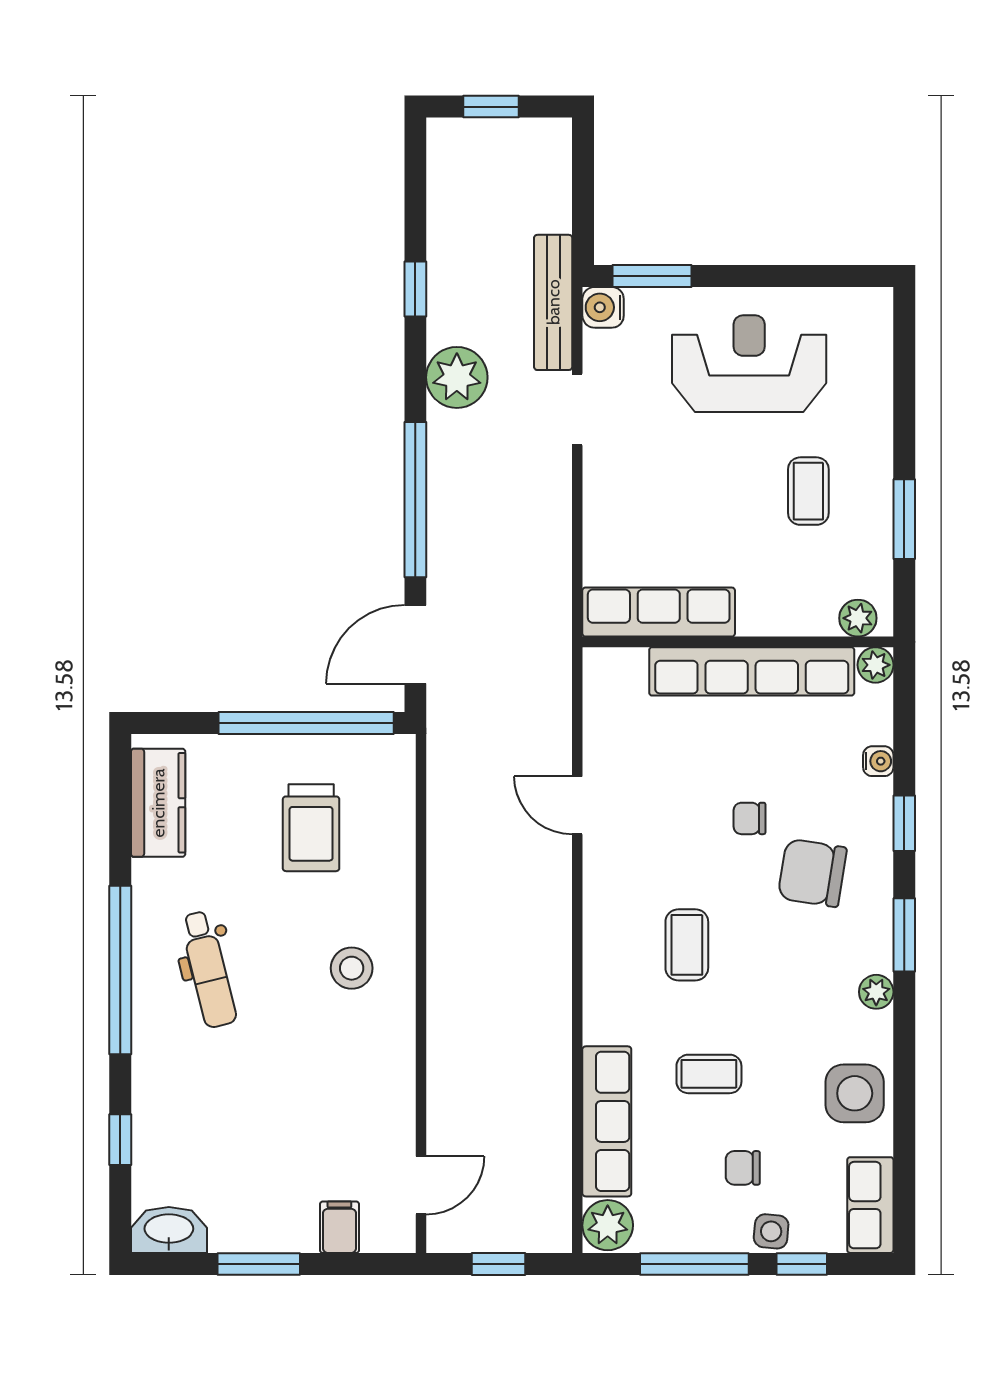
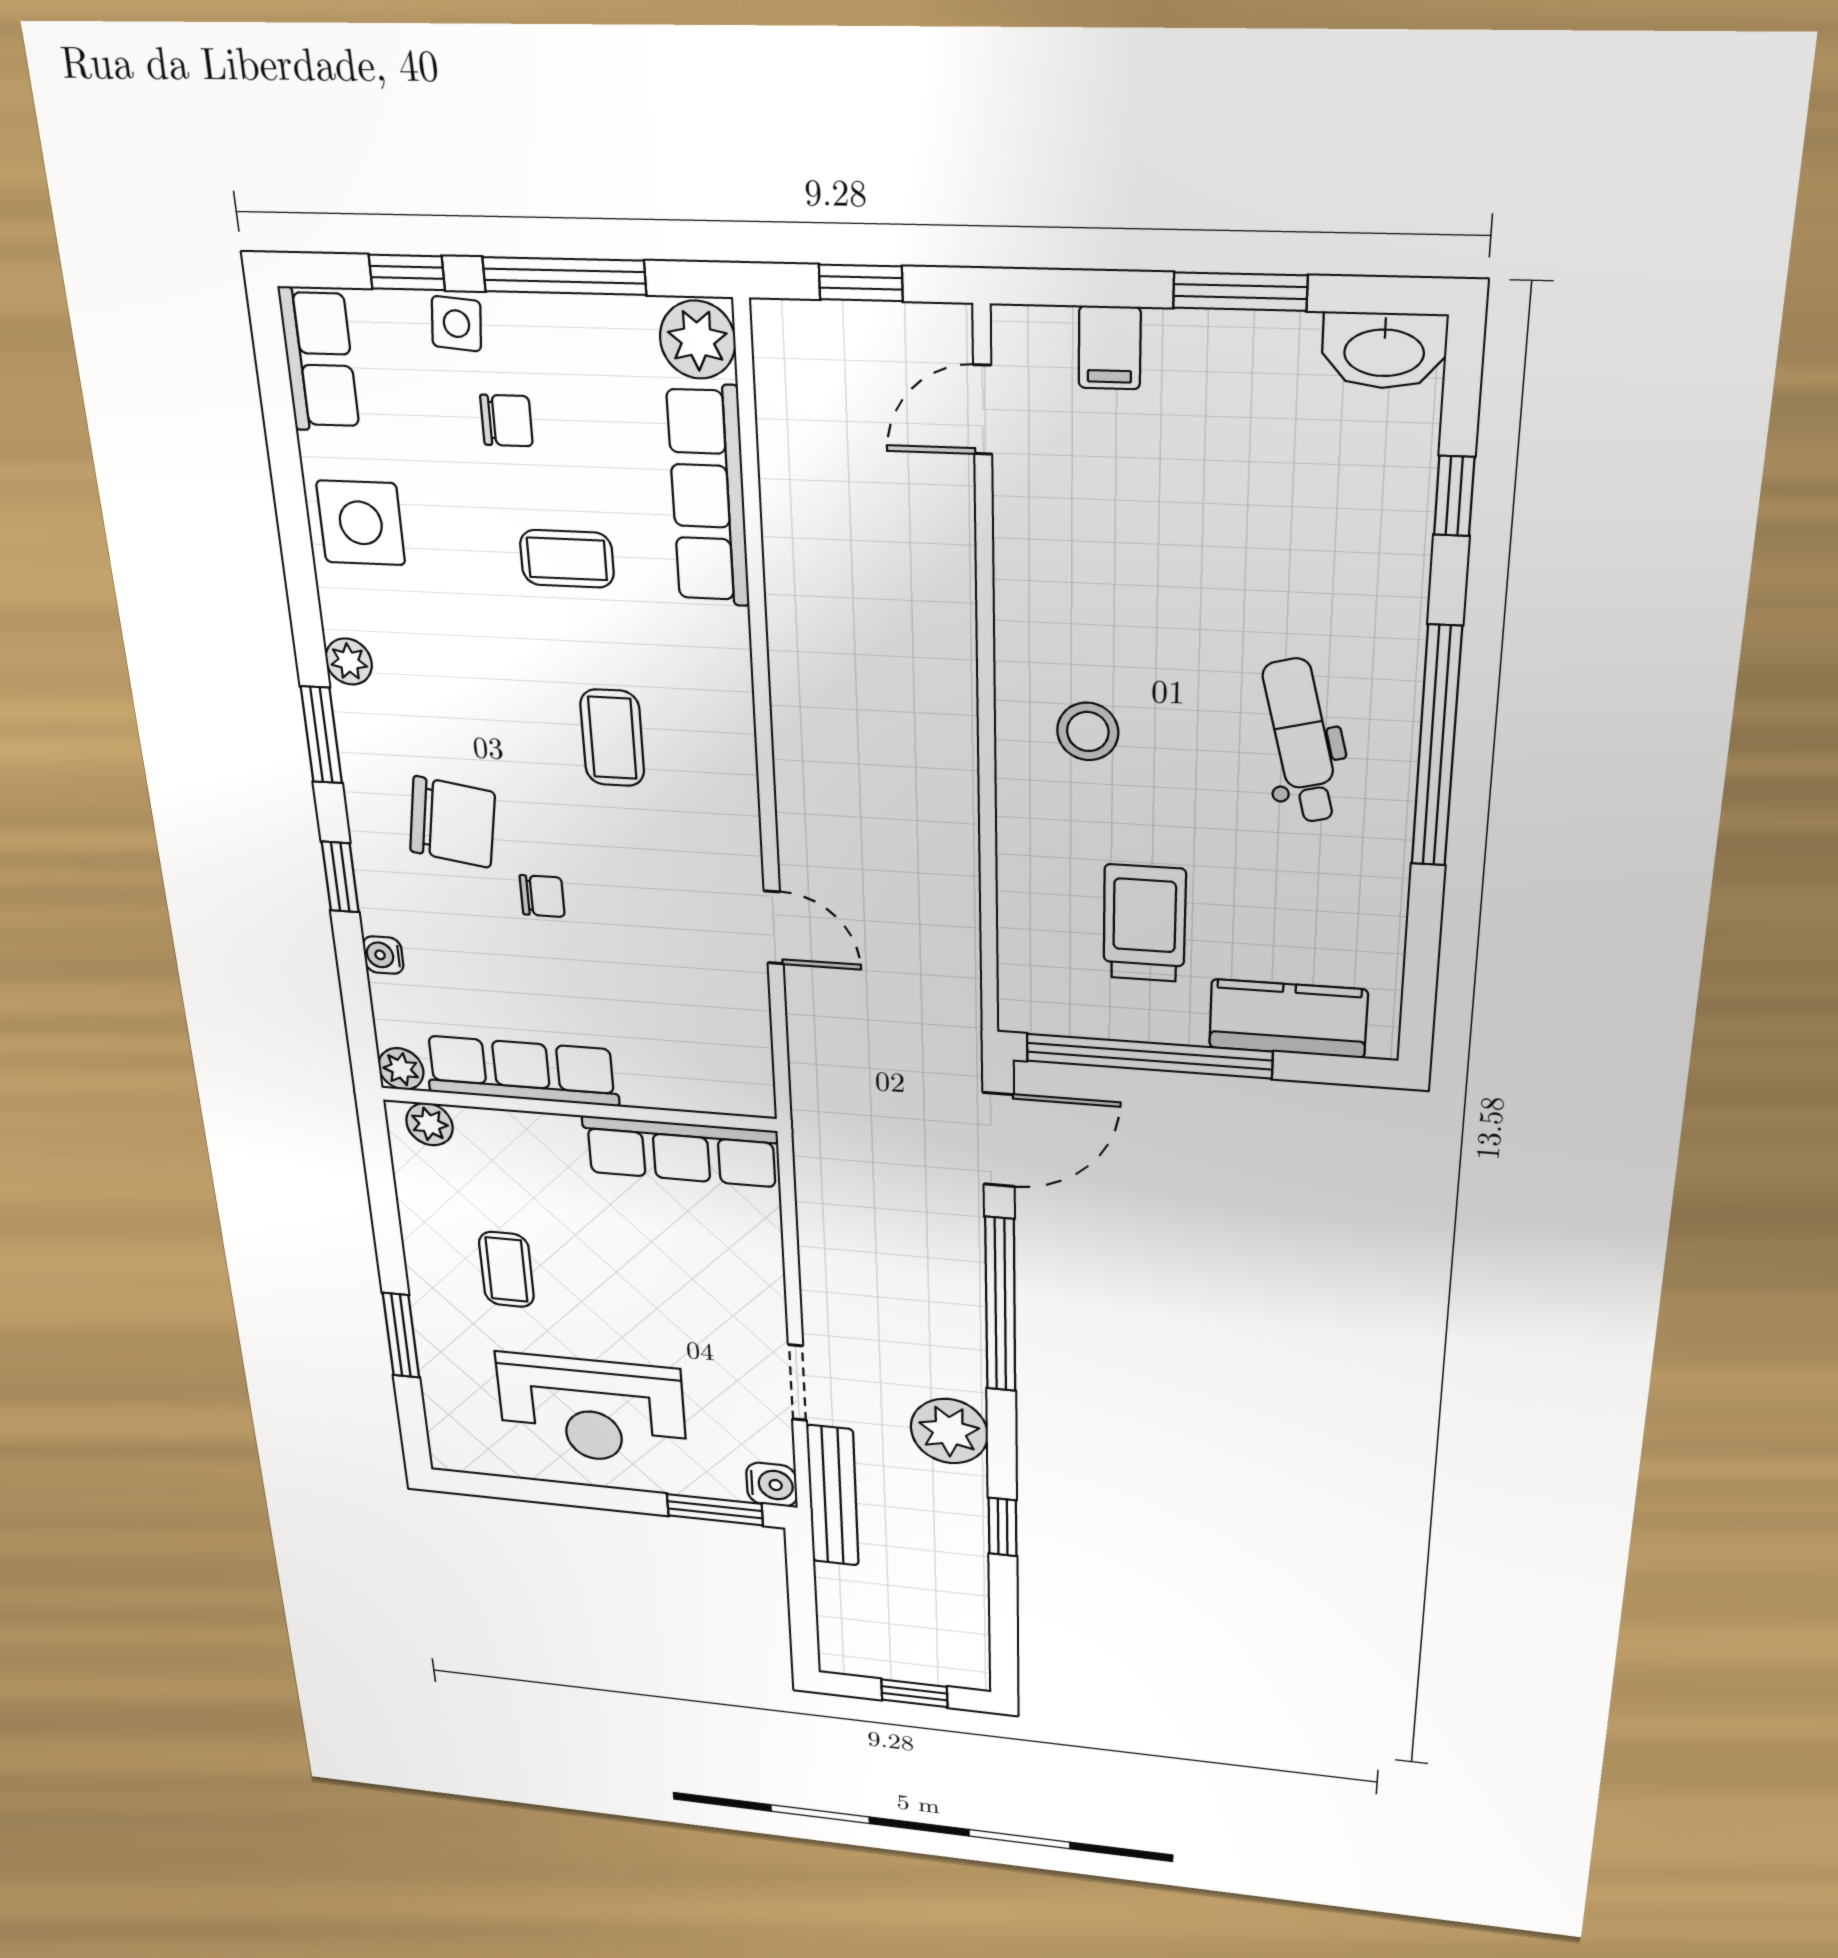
window: (904, 519) -> (401, 1335), moved
row of seats: (752, 671) -> (521, 1071), width x0.73
kitchen counter: (158, 803) -> (1288, 1019), moved, turned 90

